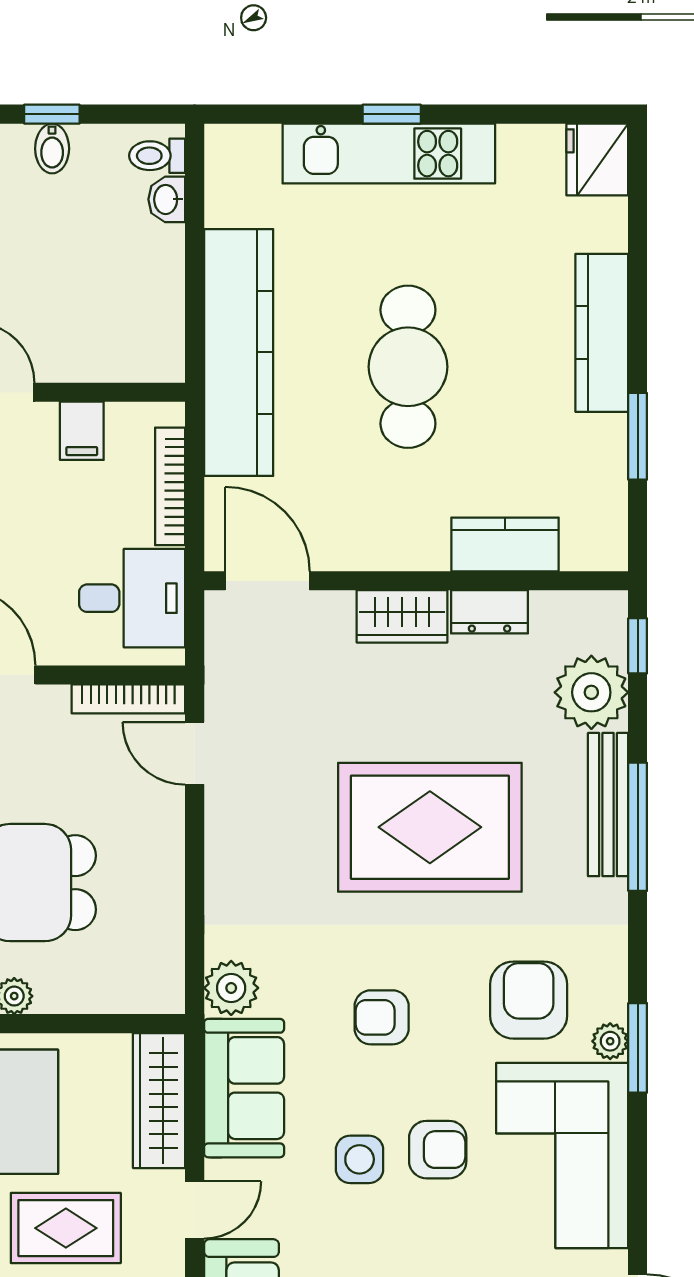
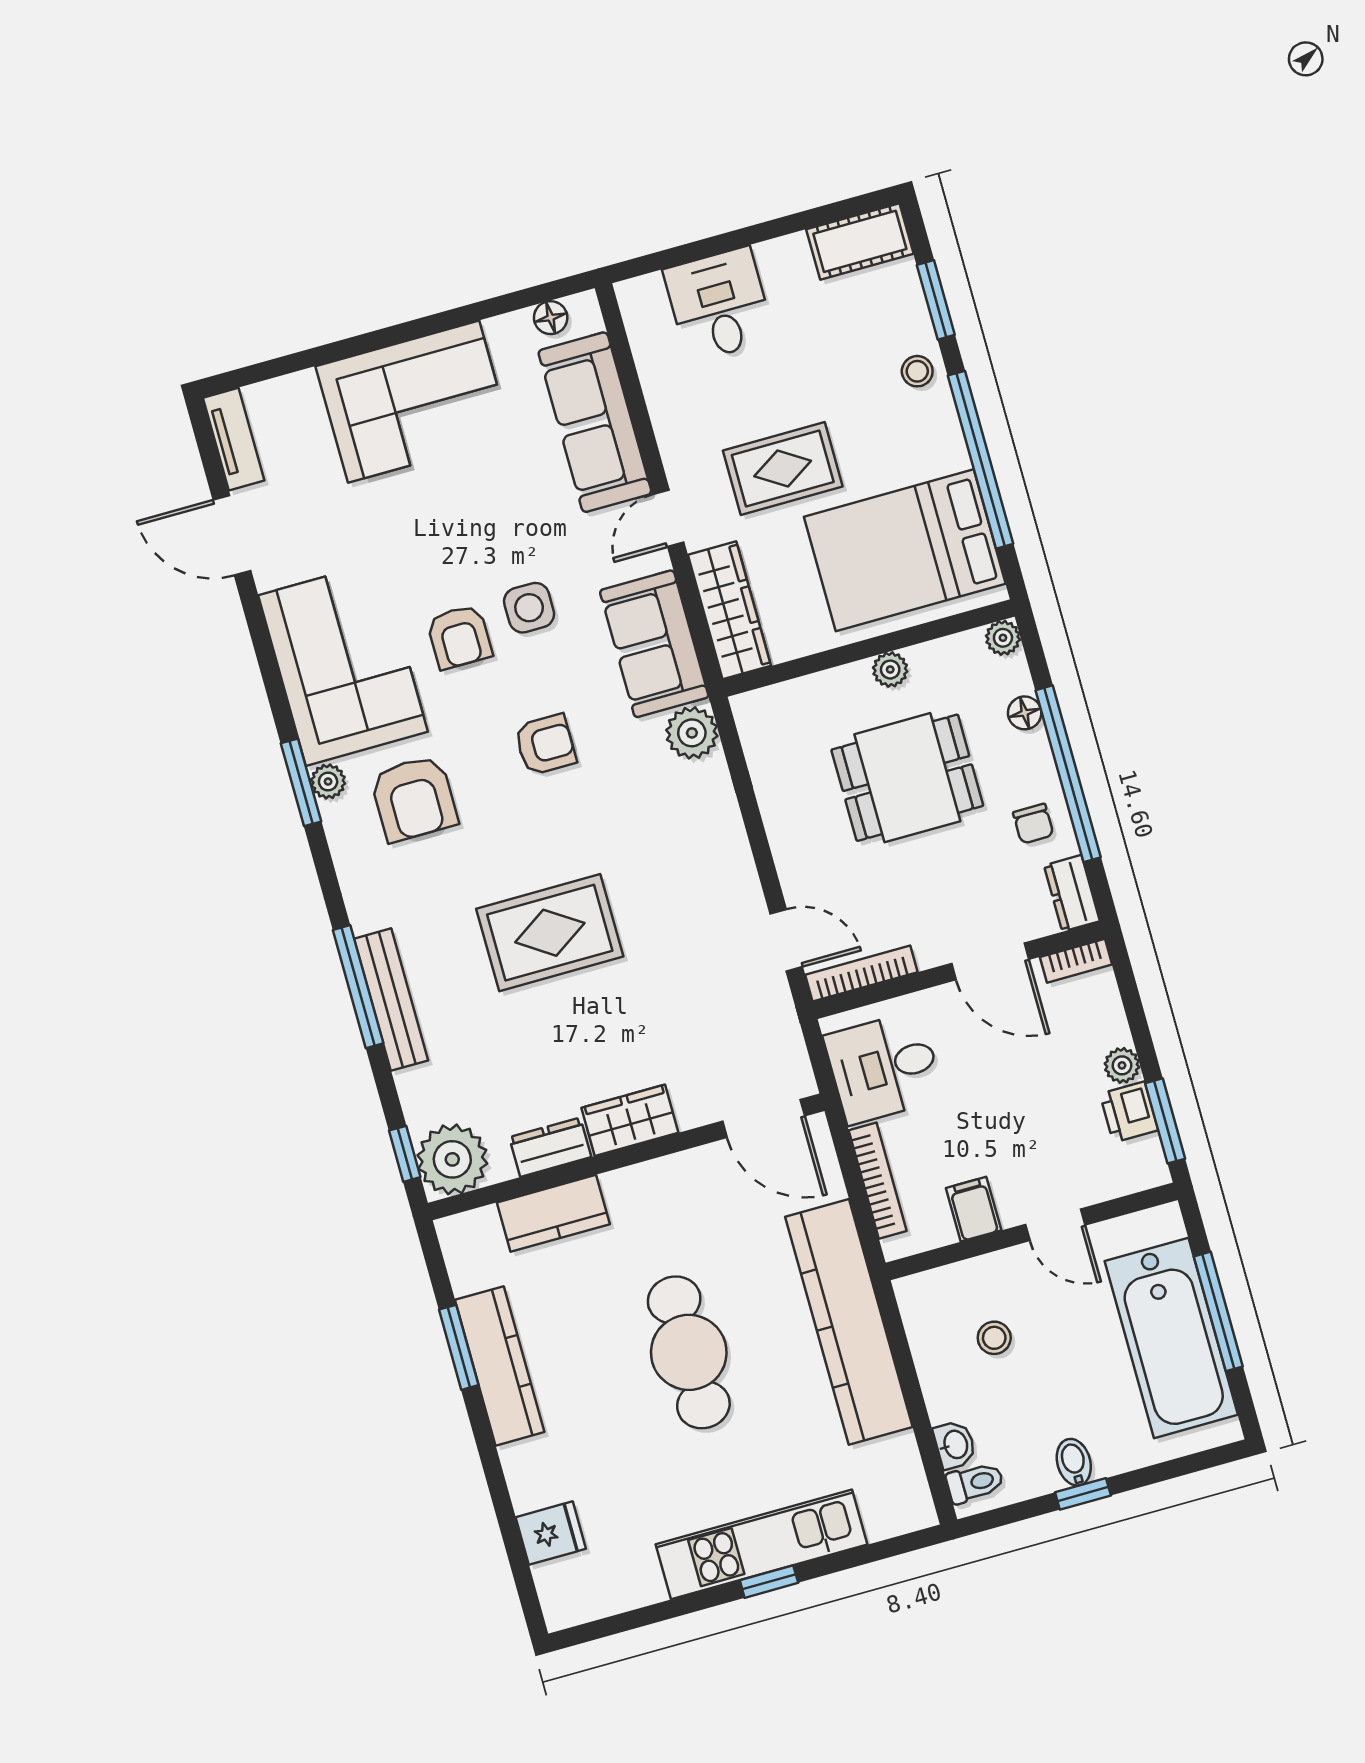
fridge: (597, 159) -> (551, 1533), moved, width x0.72
stool: (97, 296) -> (994, 1338), added
kitchen counter: (602, 333) -> (500, 1366), moved
plant: (591, 692) -> (452, 1159), moved
rug: (430, 827) -> (550, 933), width x0.73, depth x0.69
armchair: (438, 1150) -> (459, 637), turned -90

